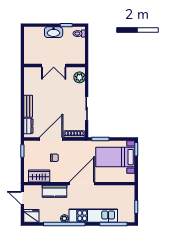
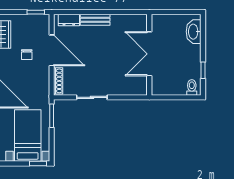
washbasin: (54, 32) -> (194, 32), moved
double door: (54, 65) -> (149, 54), width x1.37
plant: (79, 77) -> (133, 88), removed

